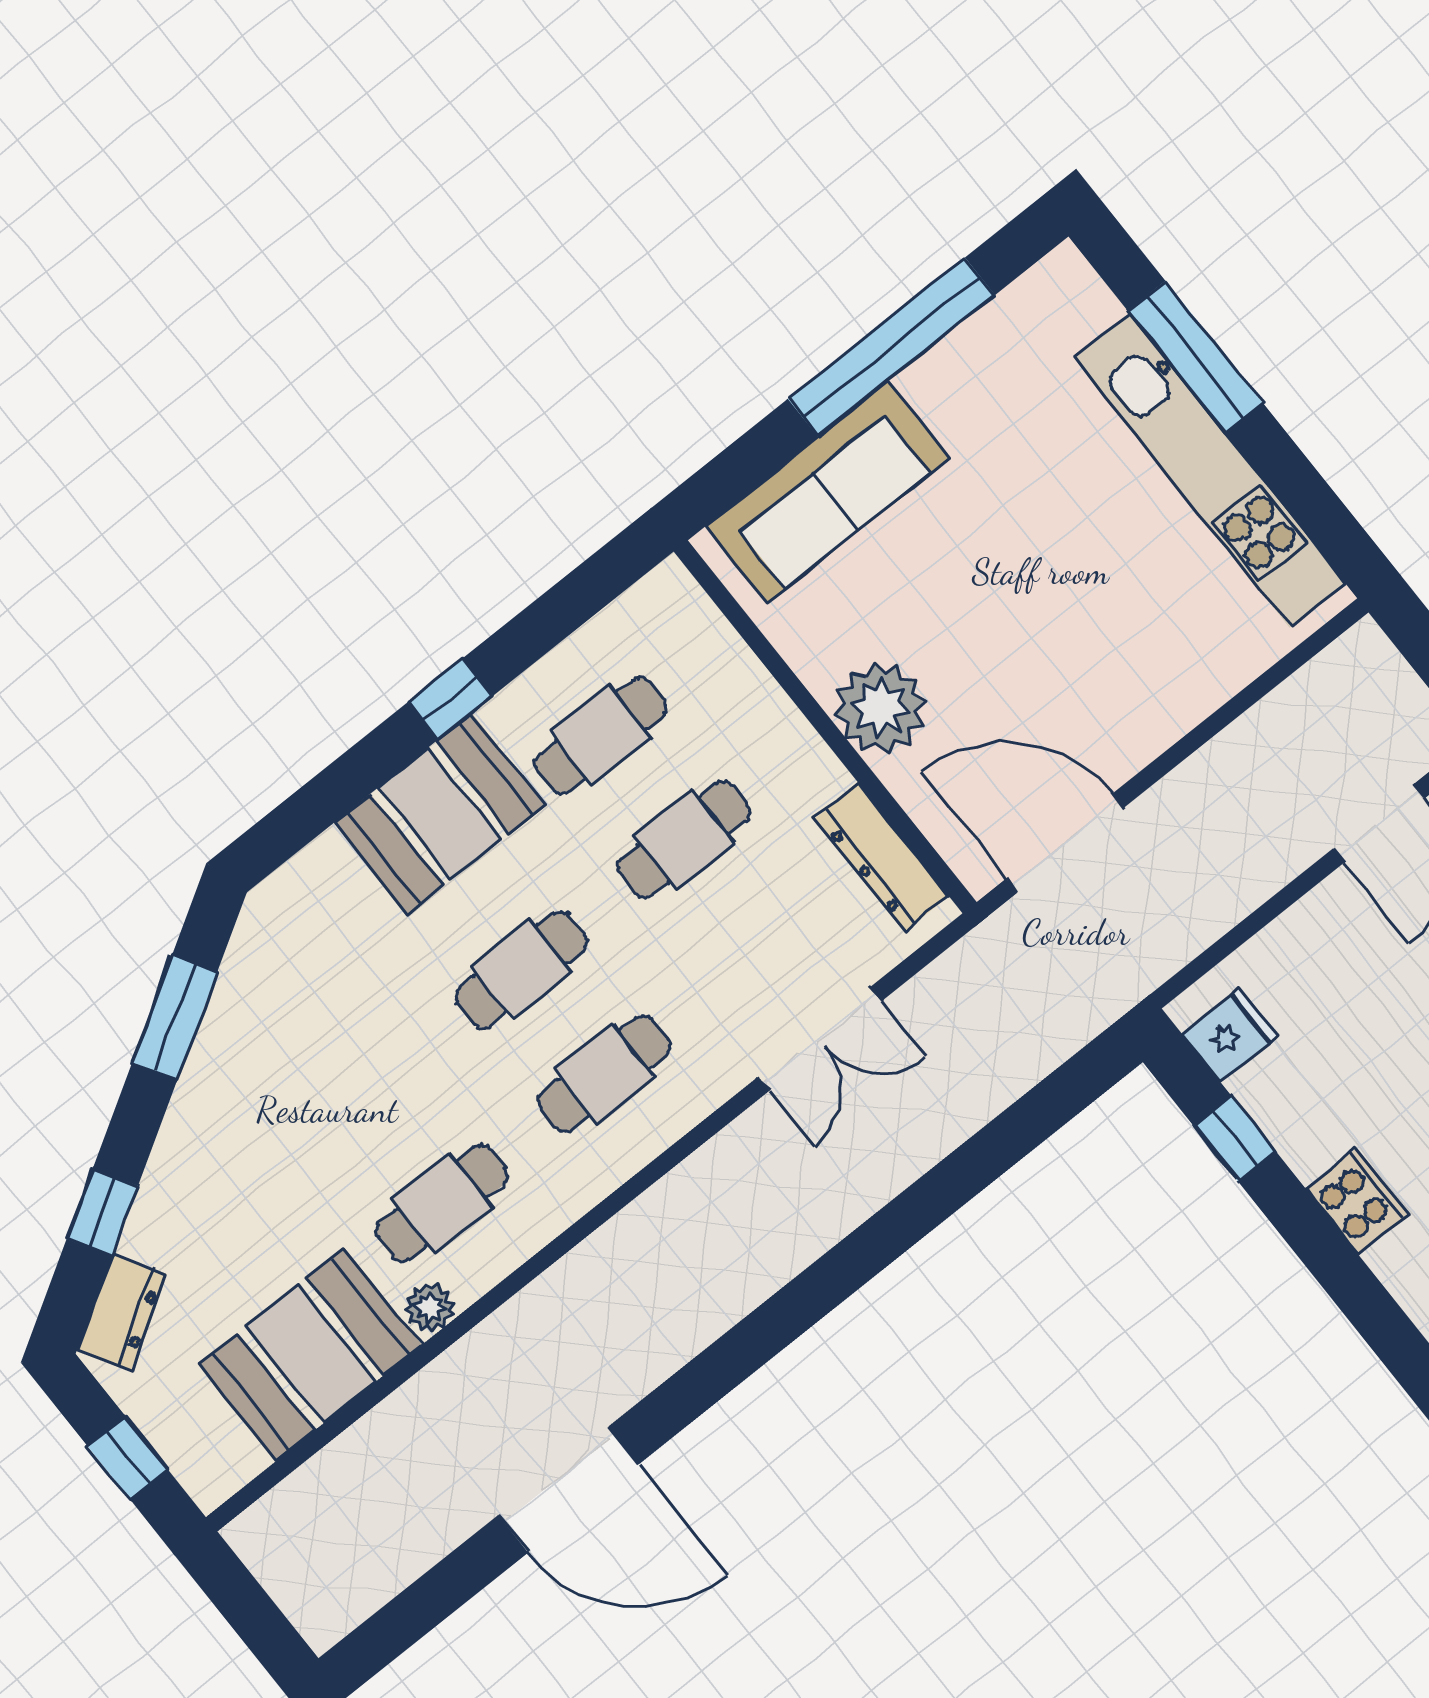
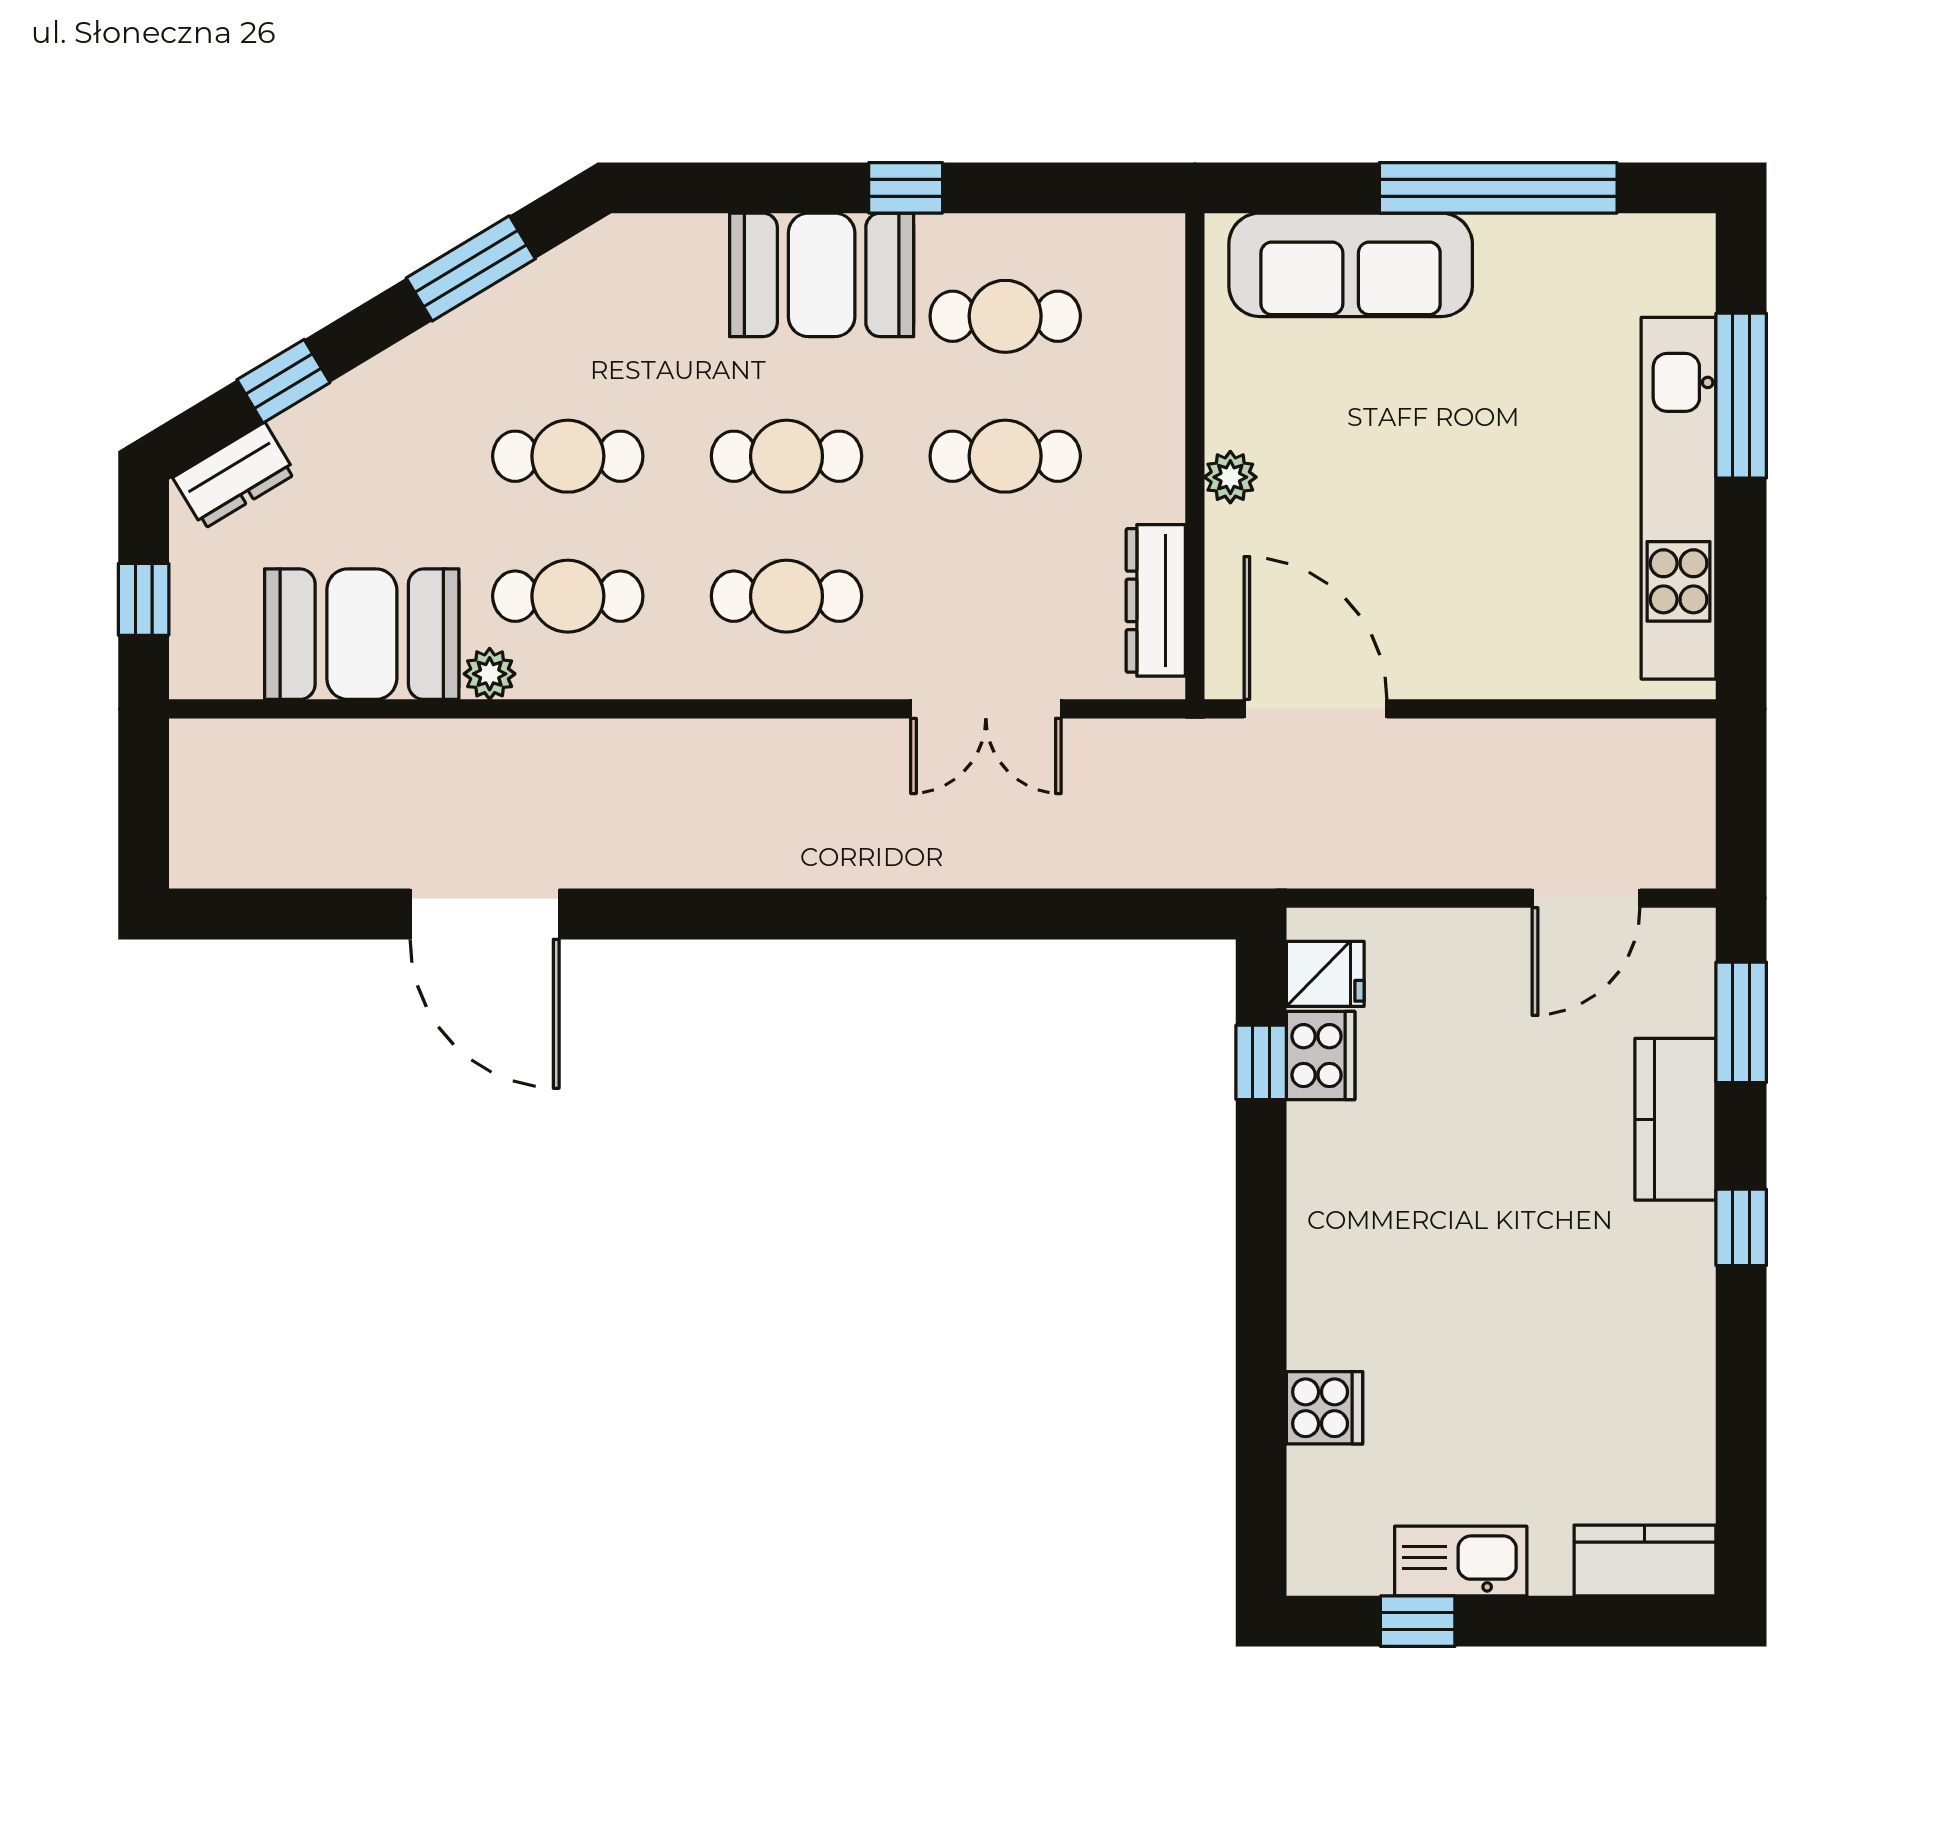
plant: (881, 708) -> (1230, 477), width x0.53, depth x0.53
cafe table: (358, 1099) -> (568, 456), added
cooker: (1357, 1201) -> (1321, 1056), moved

